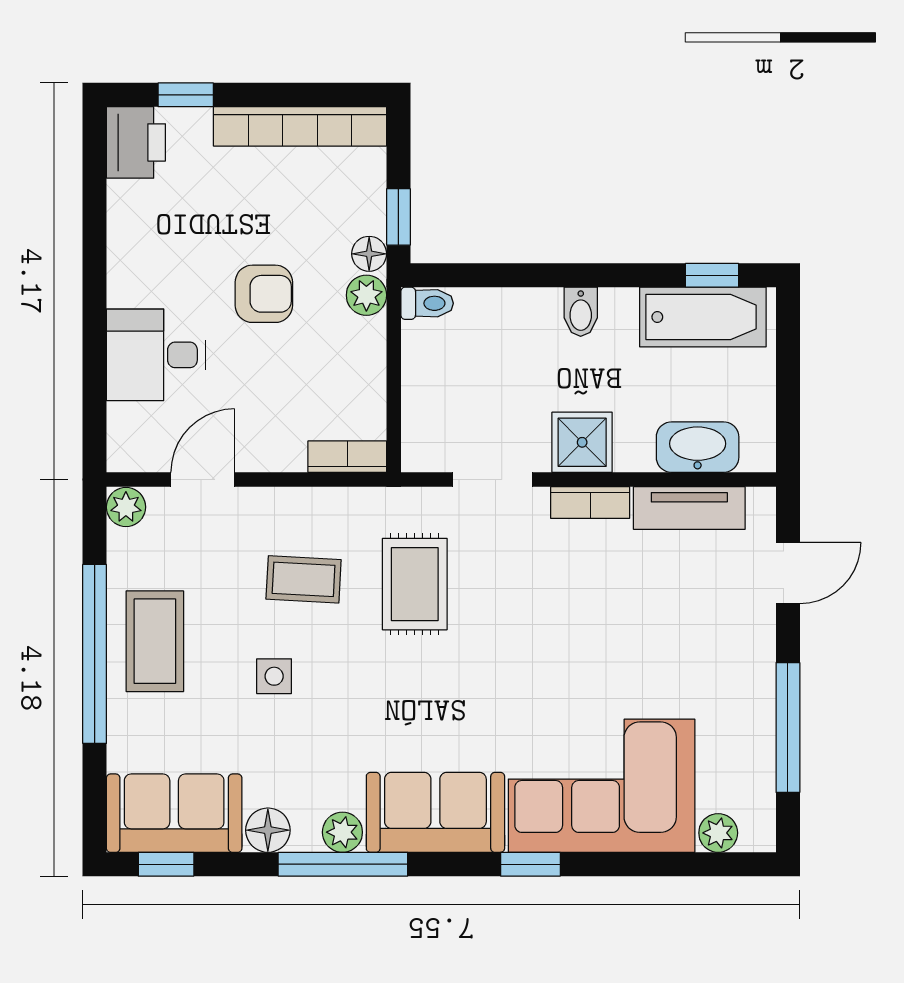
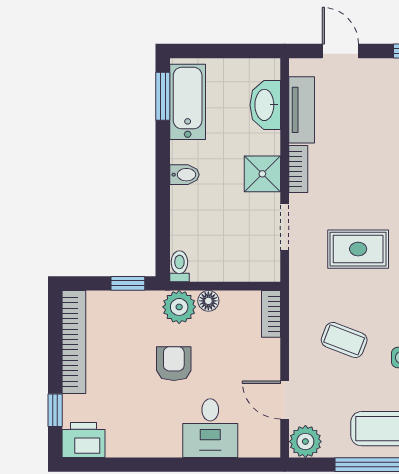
floor lamp: (369, 254) -> (208, 301), moved
window: (712, 275) -> (163, 96), width x1.50
plant: (366, 295) -> (179, 307), width x1.38, depth x1.38
plant: (126, 507) -> (305, 442), width x1.38, depth x1.38
coffee table: (304, 579) -> (344, 340), turned -72
rug: (415, 584) -> (358, 249), moved

